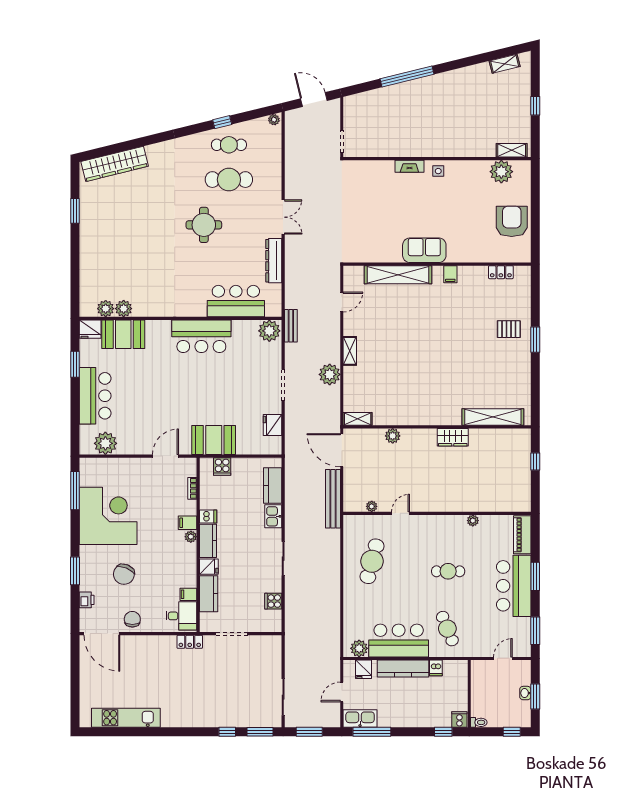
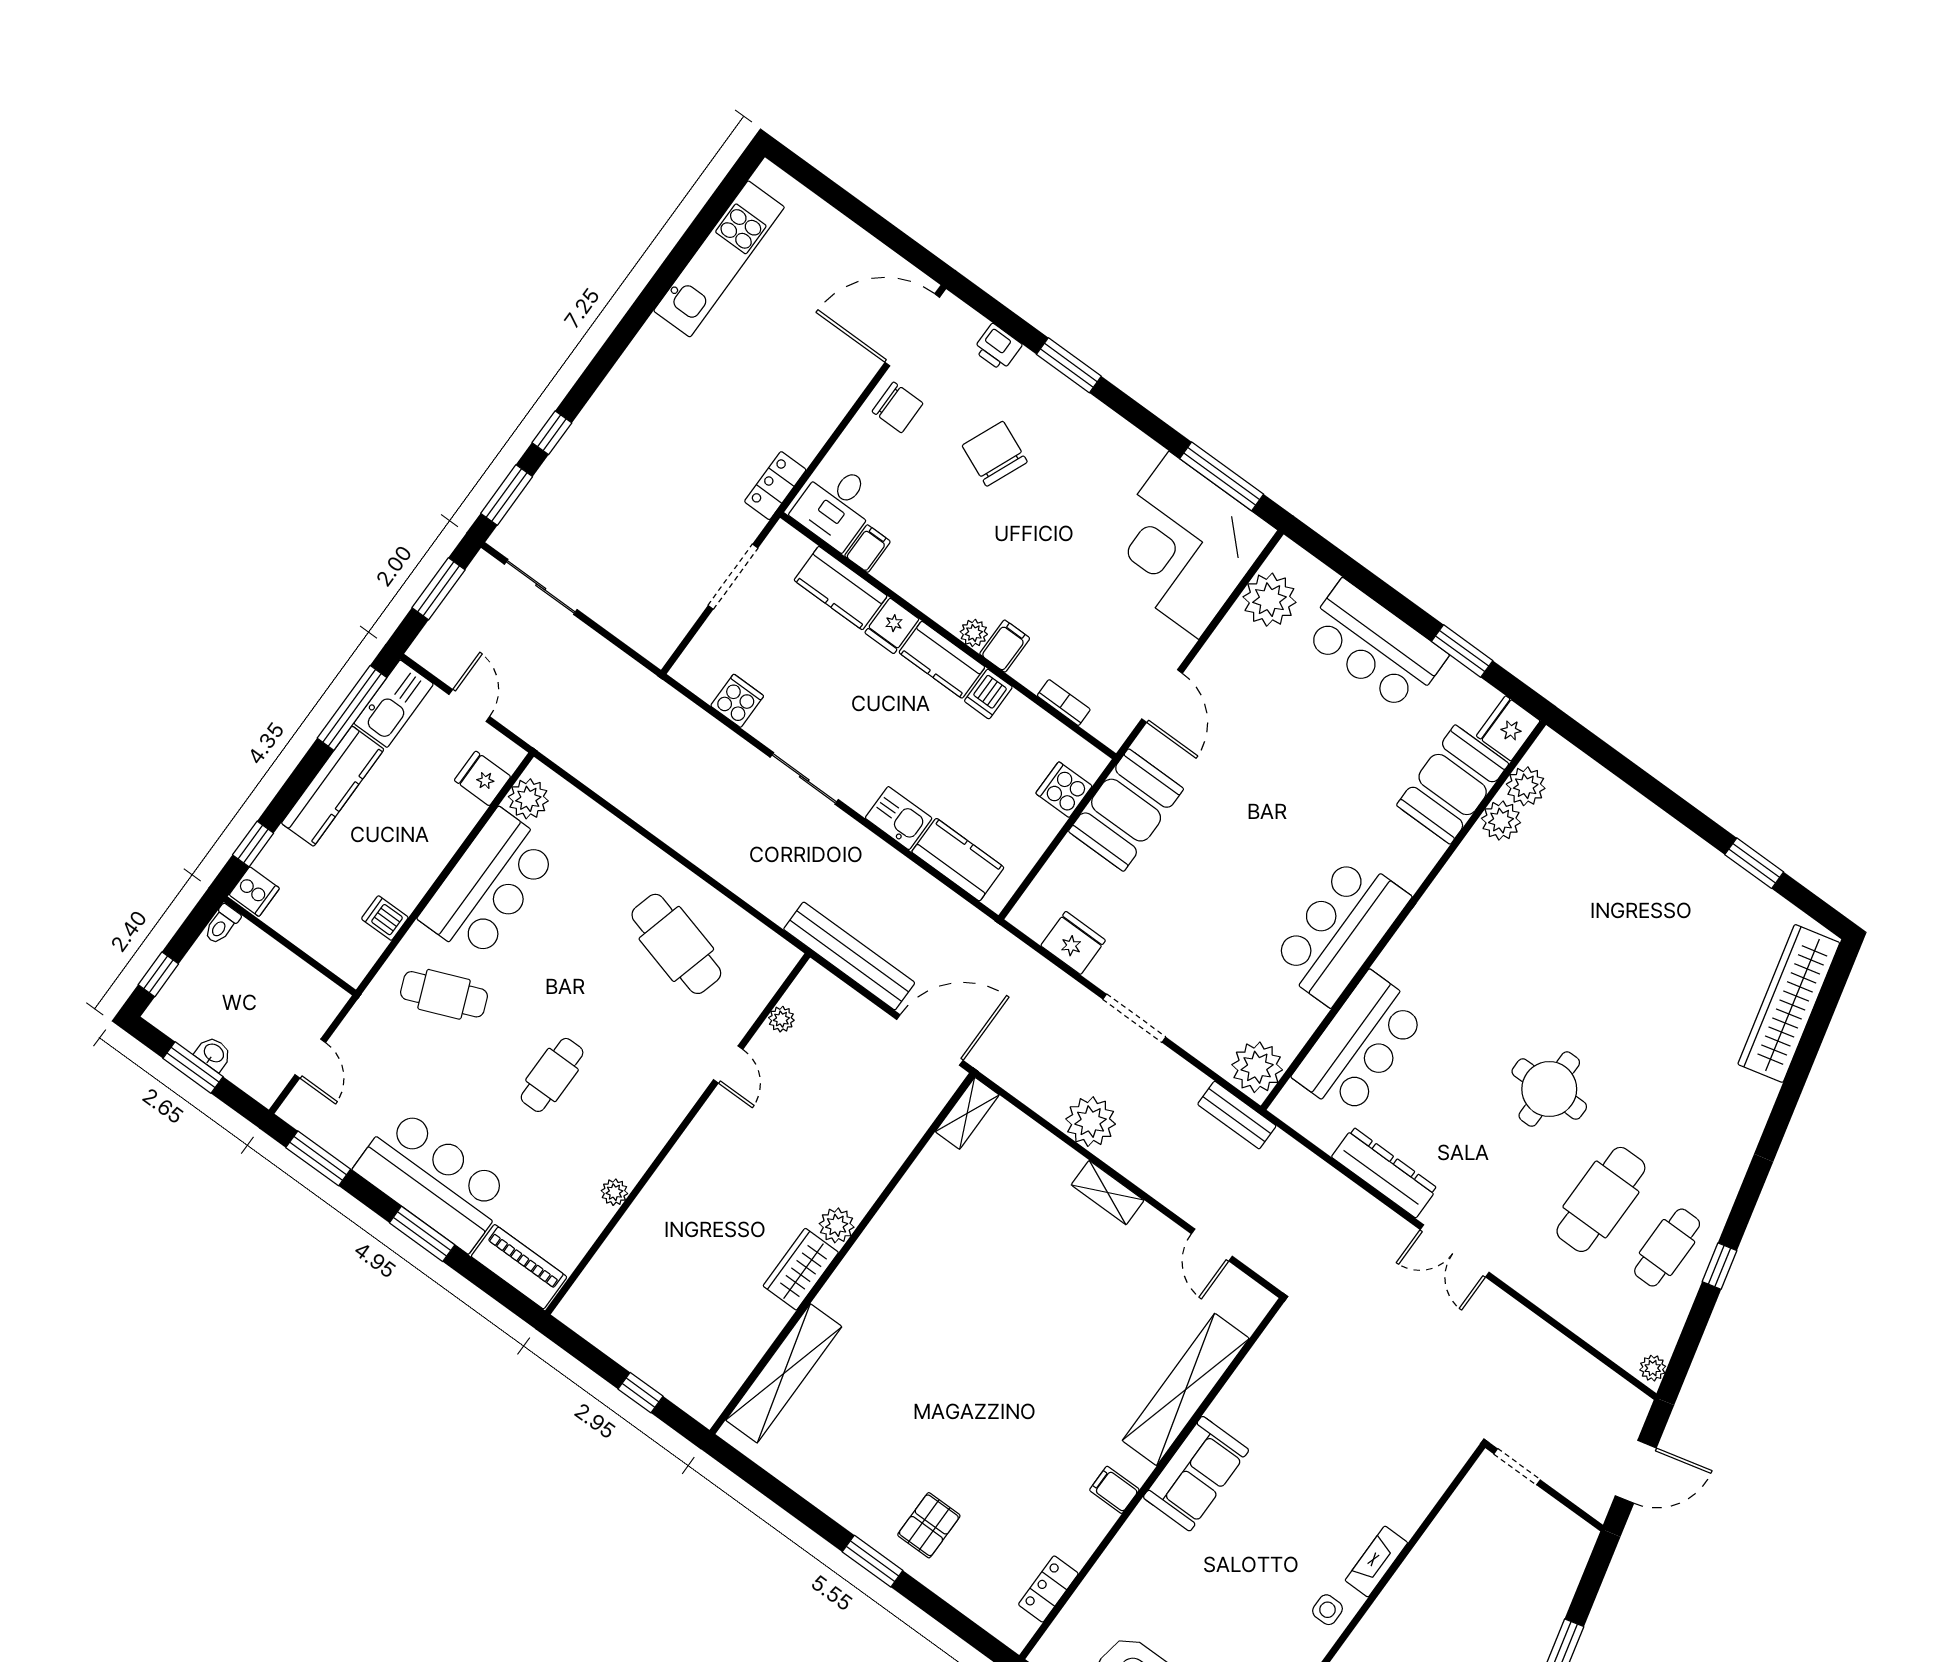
plant: (393, 436) -> (837, 1225), moved
corner desk: (108, 516) -> (1184, 545), moved, turned 90
kitchen counter: (403, 668) -> (333, 786), moved, turned 180

